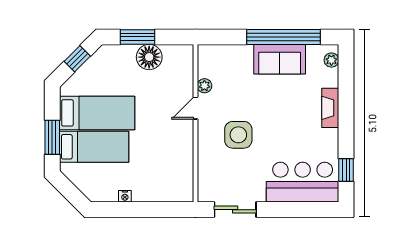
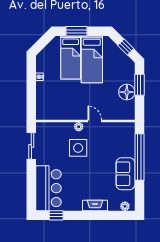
window: (284, 37) -> (139, 157), moved
plant: (204, 86) -> (79, 127), moved

